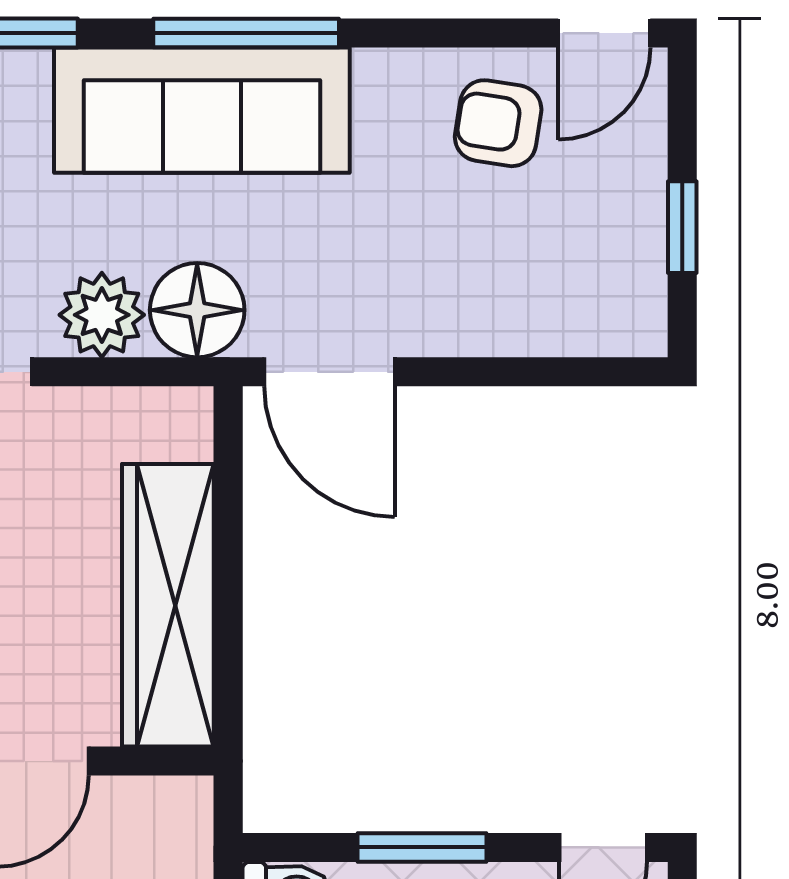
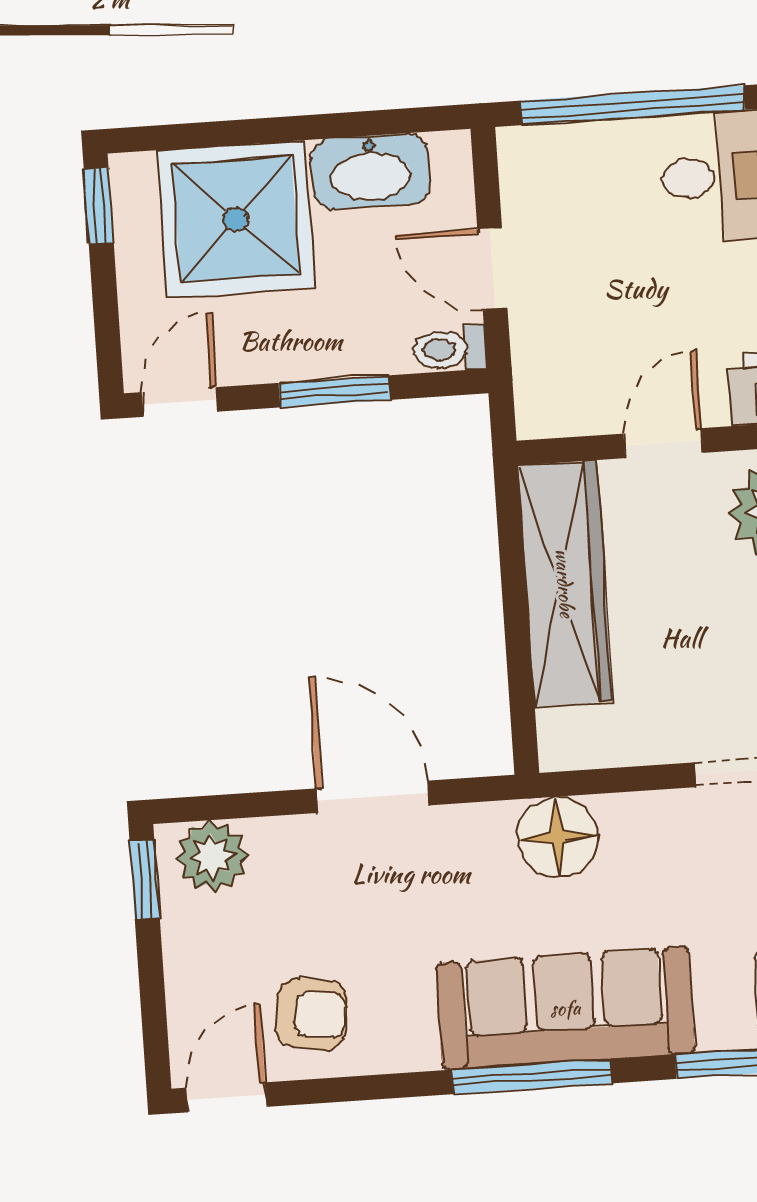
window: (682, 227) -> (145, 879), moved
plant: (102, 315) -> (212, 856), moved
door: (329, 372) -> (373, 797), moved

